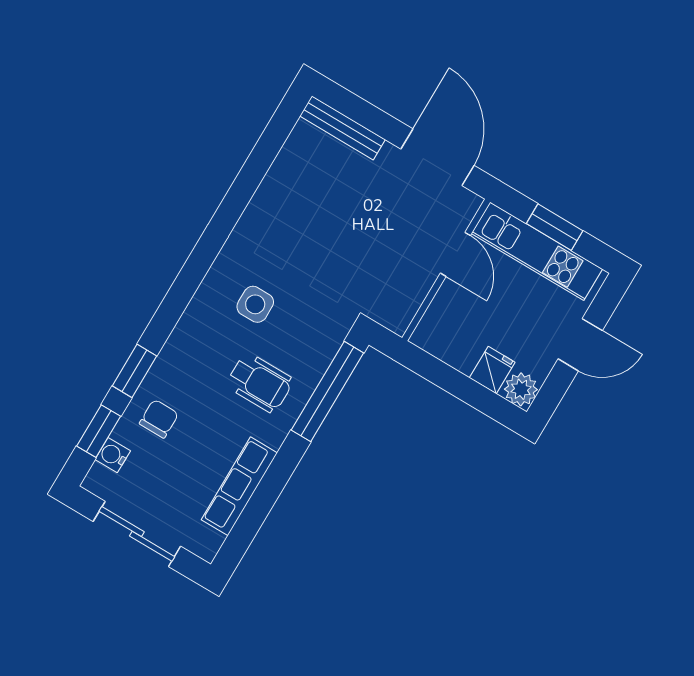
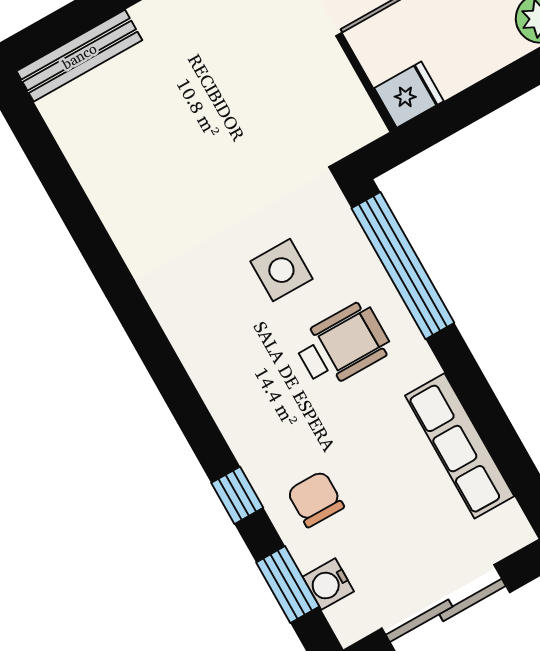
side table: (255, 304) -> (281, 270), moved
fridge: (492, 370) -> (409, 95), moved, turned 90
window: (135, 371) -> (237, 495), width x0.67

